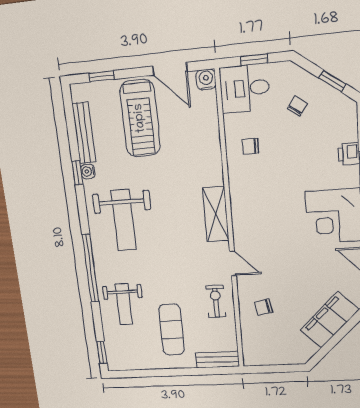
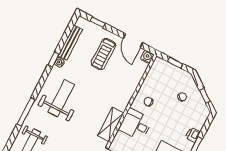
desk: (245, 88) -> (136, 125), moved
treadmill: (140, 118) -> (103, 54), width x0.73, depth x0.73
weight bench: (124, 220) -> (61, 98), turned 180
window: (90, 268) -> (26, 112), width x0.68

